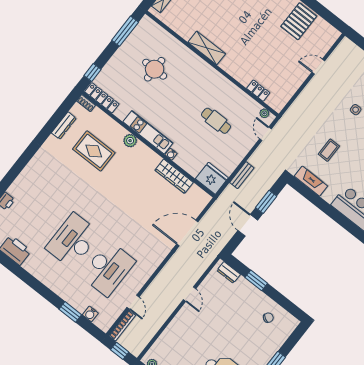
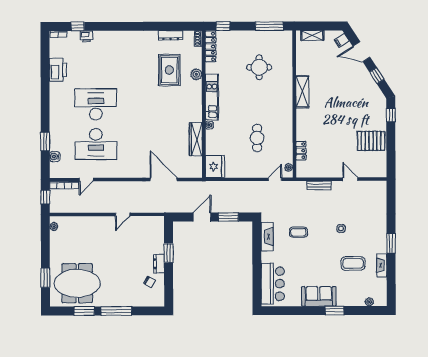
plant: (130, 141) -> (196, 74), moved
bench: (242, 175) -> (319, 185), moved
dresser: (229, 272) -> (159, 264), moved

